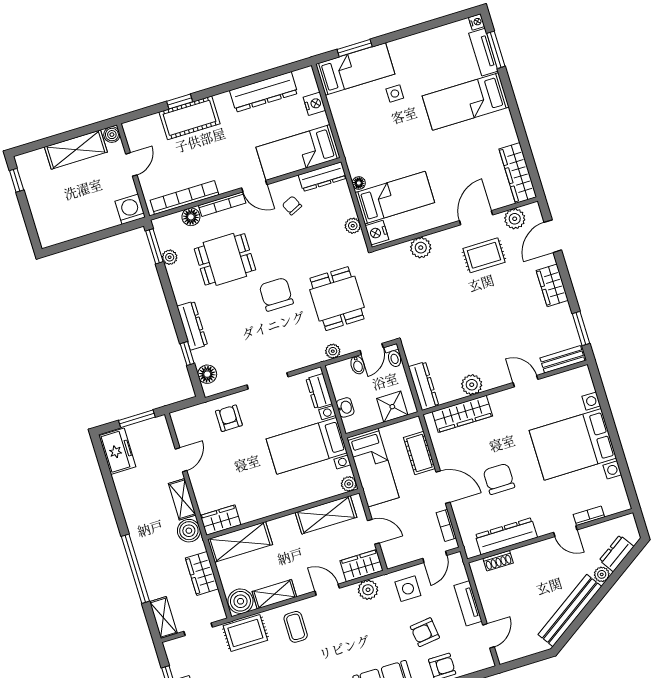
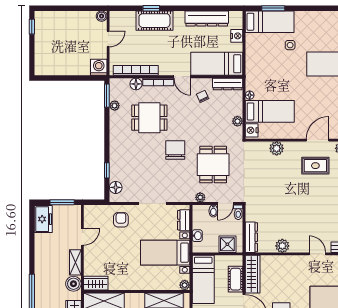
shelving: (76, 150) -> (76, 19), removed
dresser: (192, 326) -> (116, 154), removed
wardrobe: (462, 414) -> (253, 274), moved, turned -90

